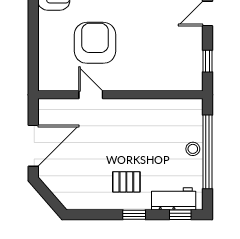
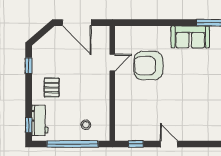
armchair: (95, 43) -> (148, 66), turned 180
stool: (193, 149) -> (86, 125), moved
window: (134, 215) -> (29, 66), moved

